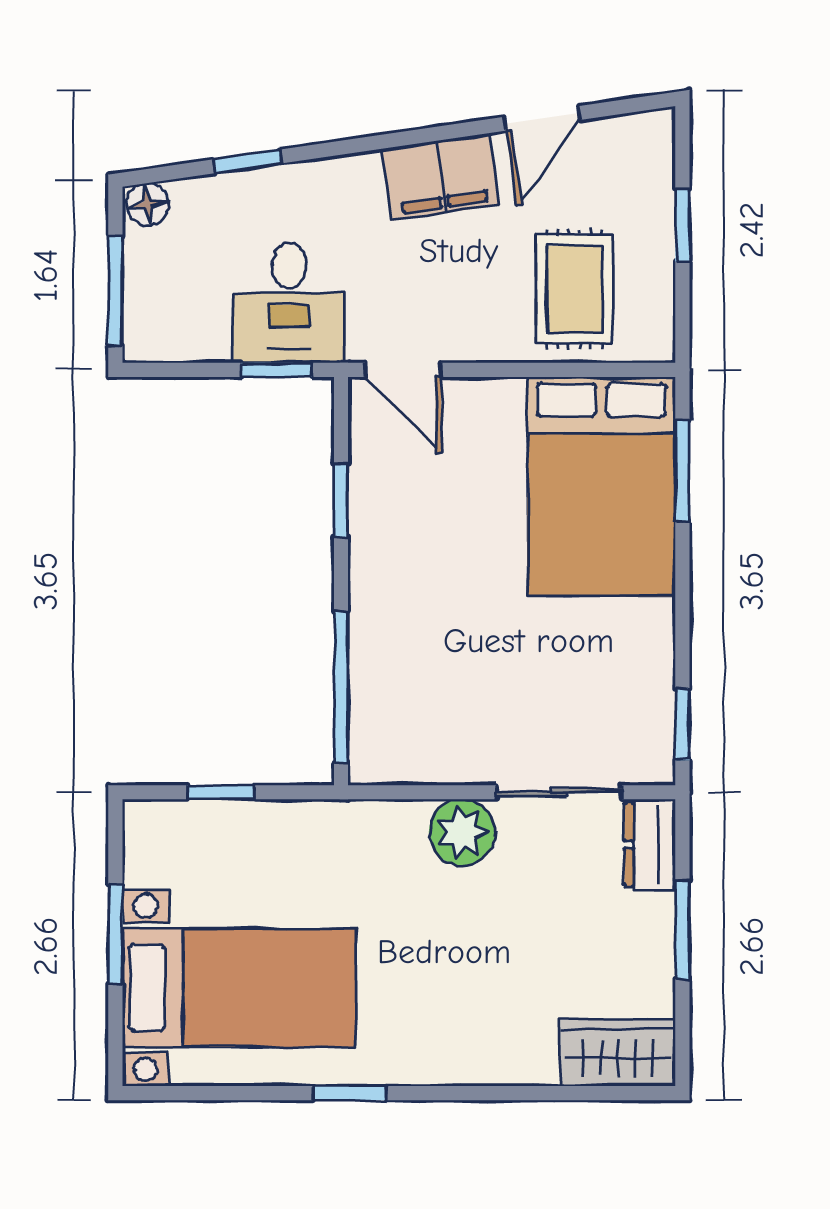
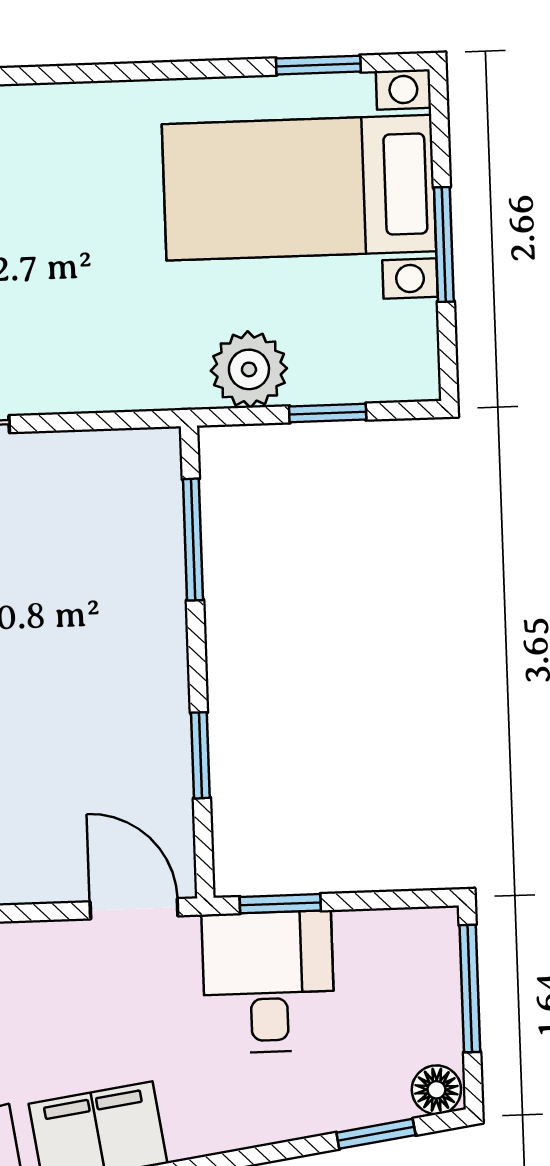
window: (247, 161) -> (376, 1134), moved
window: (341, 687) -> (193, 540), width x0.69
plant: (462, 832) -> (249, 369), moved
window: (349, 1093) -> (318, 65), moved

